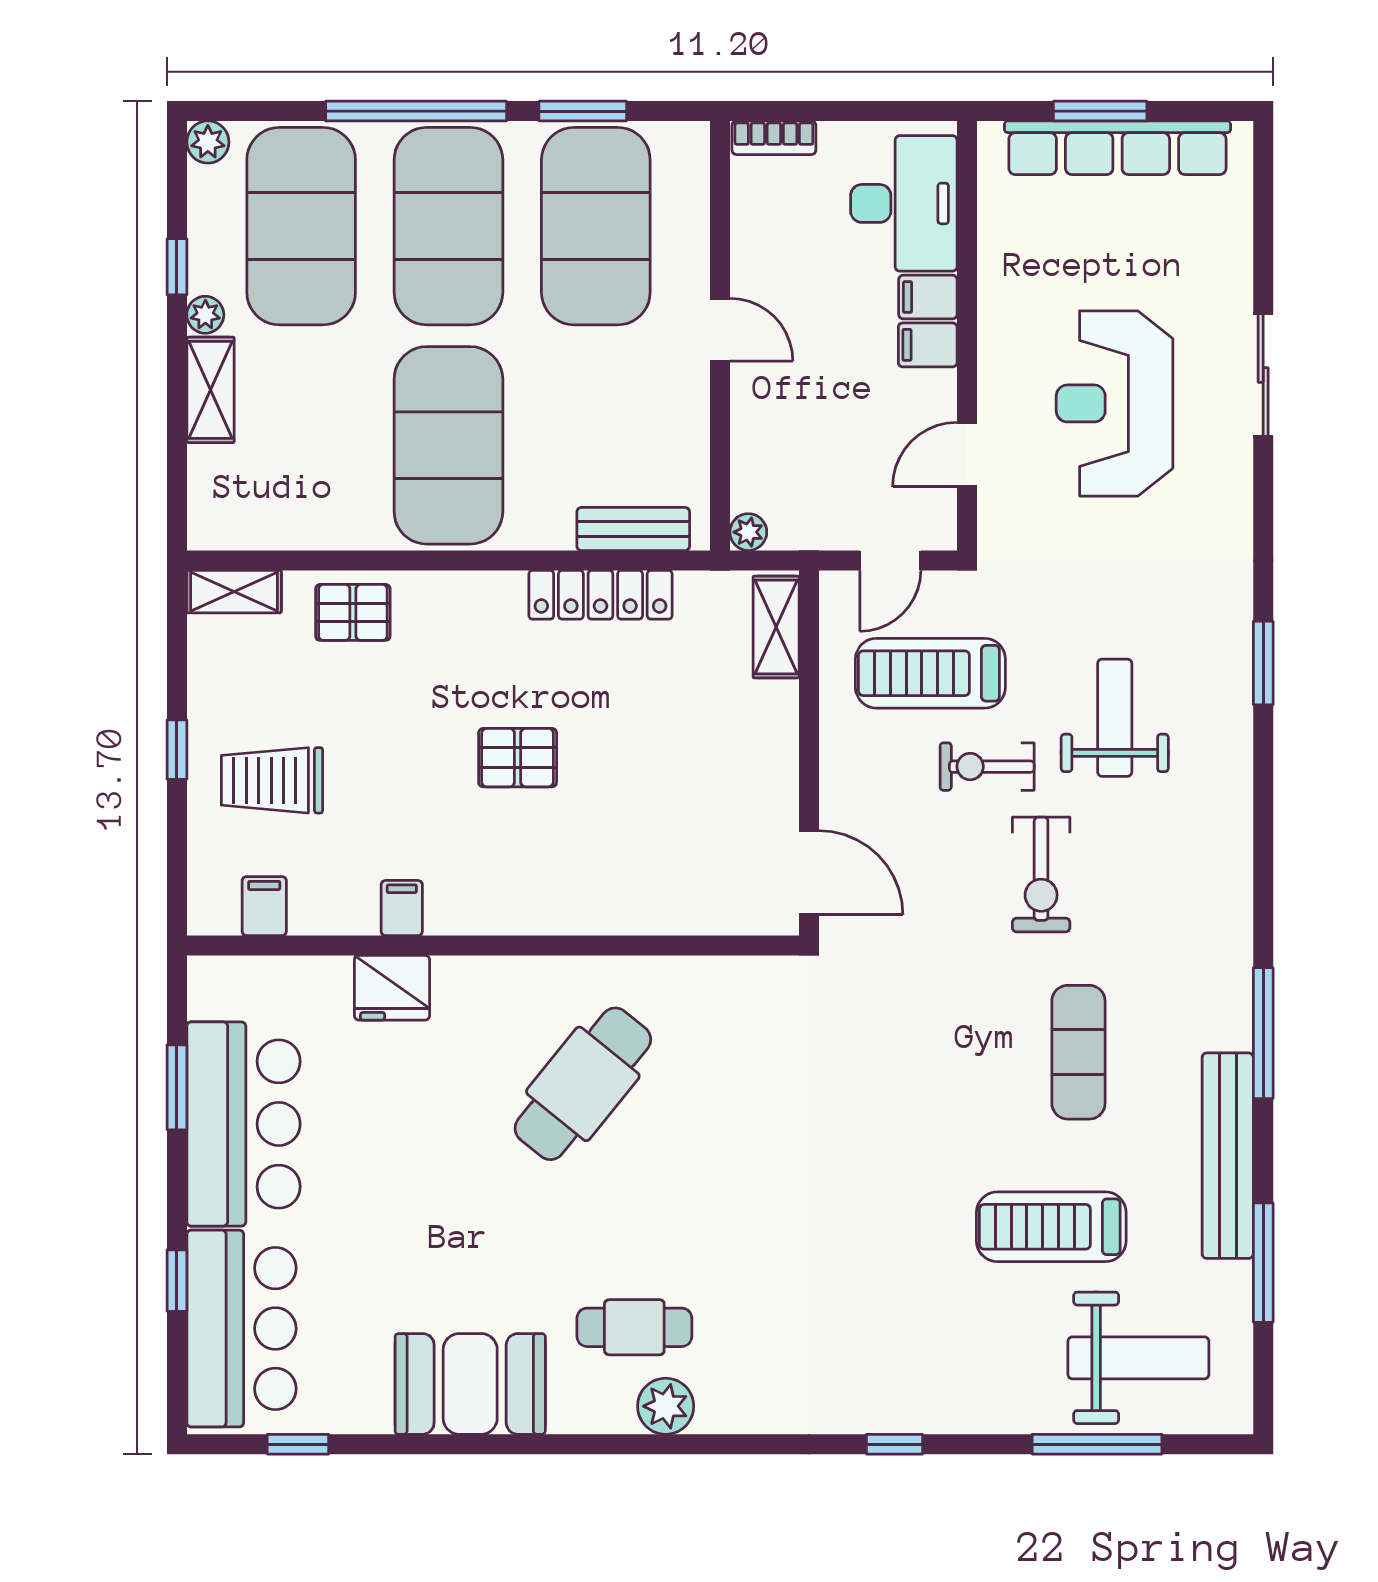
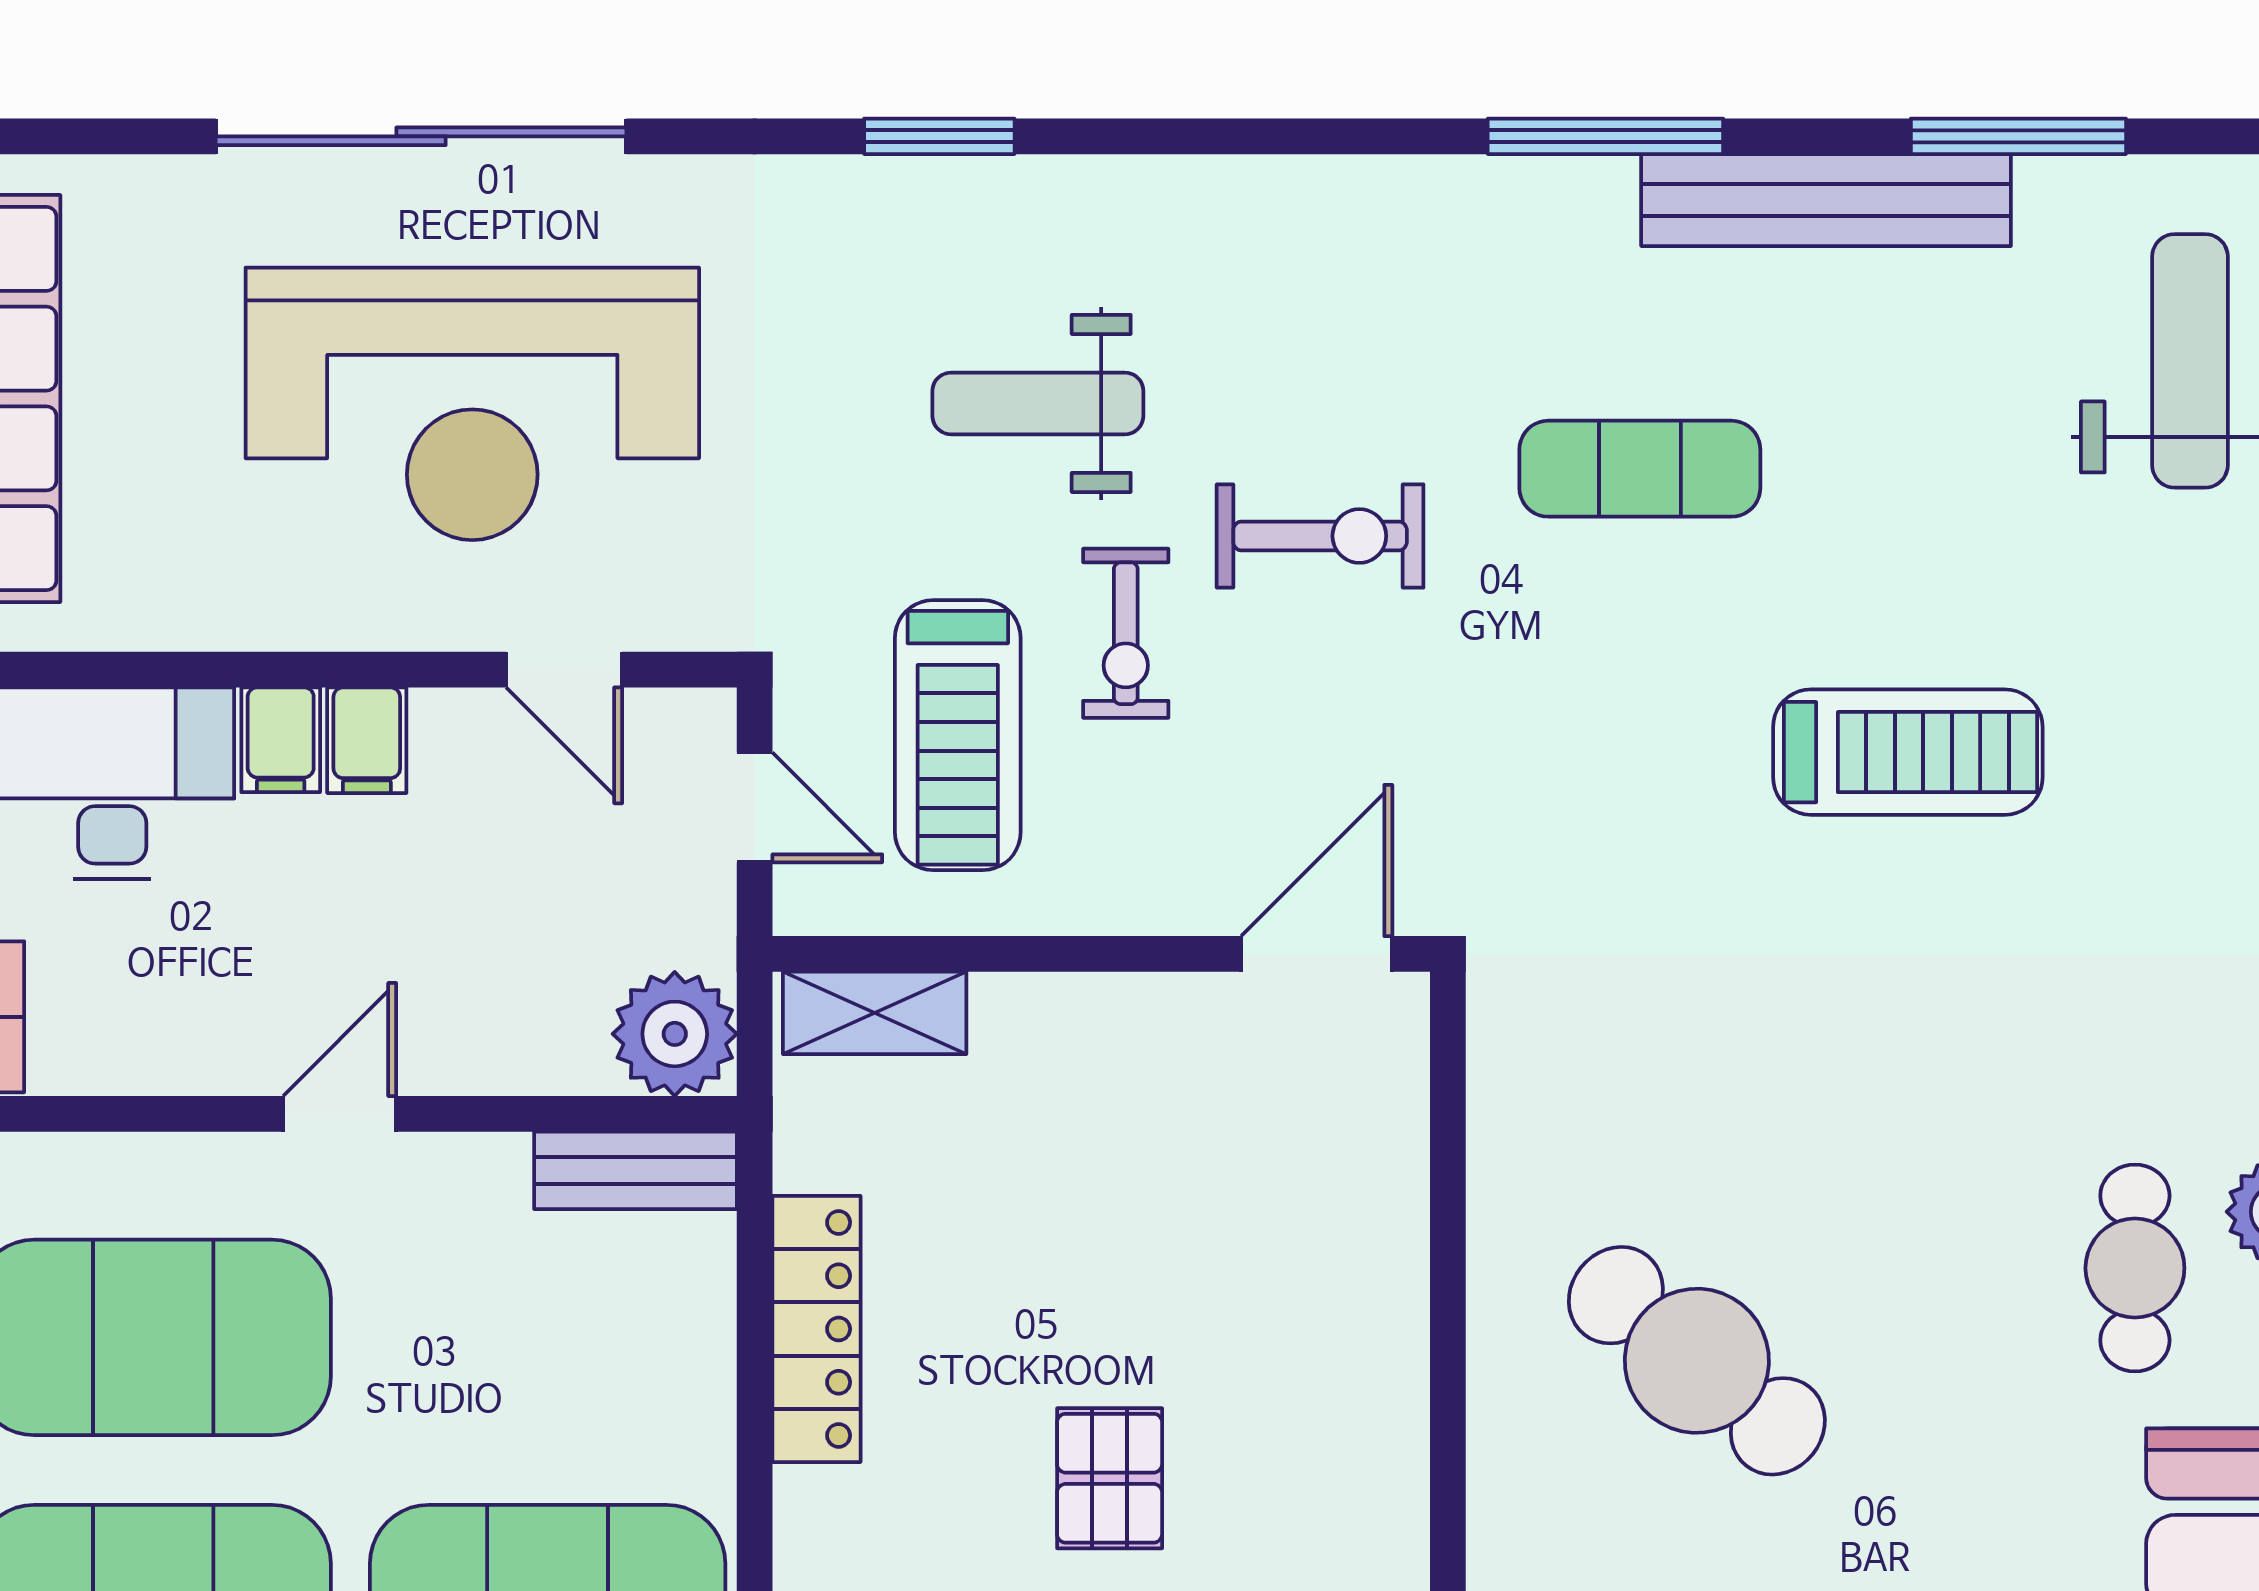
sliding door: (1263, 375) -> (421, 136), width x1.86
reception desk: (1115, 403) -> (472, 404), width x1.36, depth x1.30
bench: (633, 529) -> (636, 1170), moved, turned 90
plant: (748, 532) -> (675, 1034), width x1.87, depth x1.87
treadmill: (1051, 1227) -> (1908, 752), moved, turned -90

